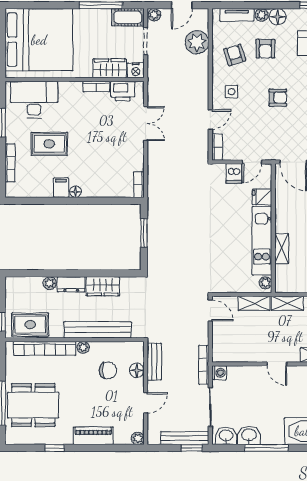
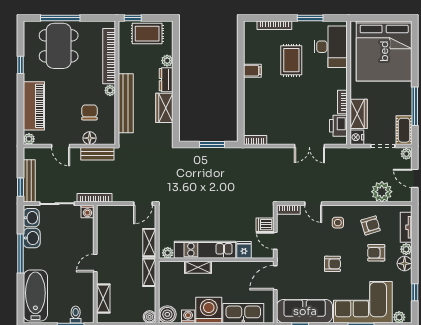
armchair: (278, 98) -> (332, 264), turned -90
floor lamp: (75, 192) -> (249, 84), removed
rug: (30, 325) -> (147, 34), moved, turned 90
chair: (108, 370) -> (89, 112), turned 180
piano: (93, 436) -> (34, 106), width x1.37, depth x1.33

